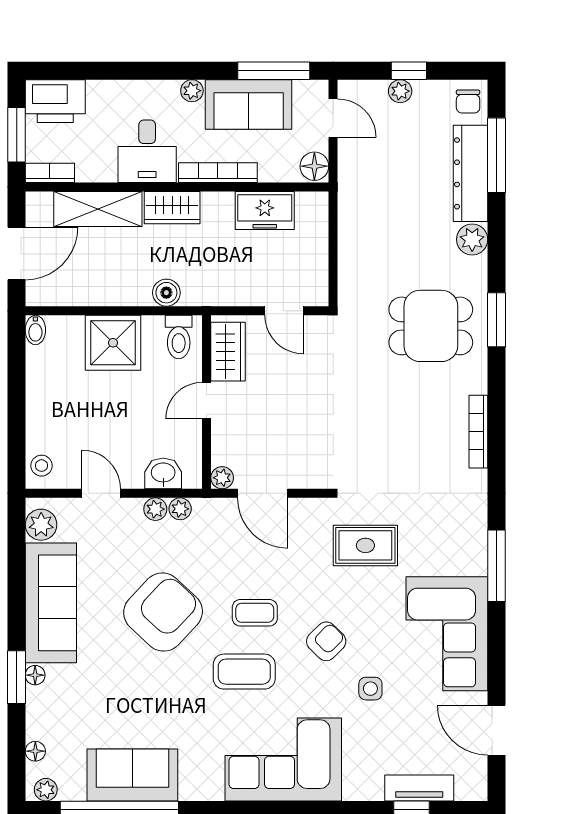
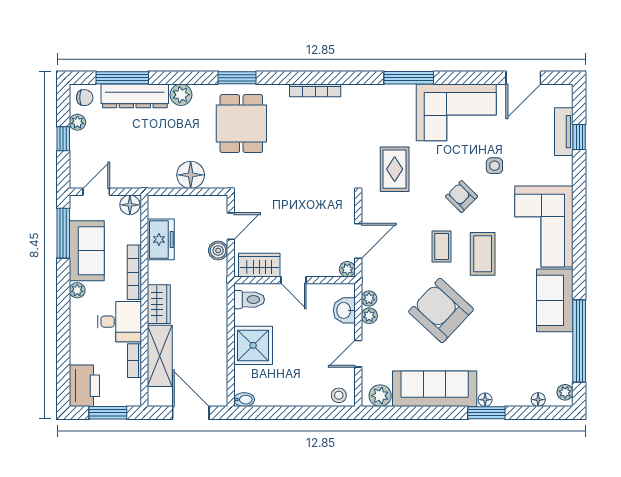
plant: (400, 91) -> (77, 122), moved
bookcase: (50, 173) -> (134, 361), moved
floor lamp: (357, 253) -> (191, 175), added
boiler: (166, 293) -> (218, 251), moved
sofa: (132, 775) -> (555, 300), moved

